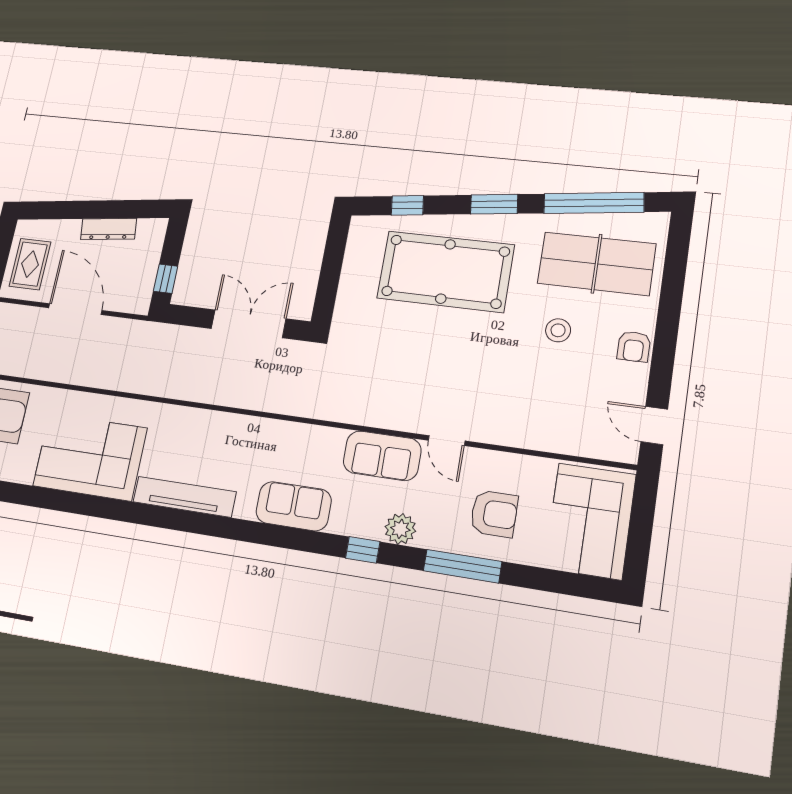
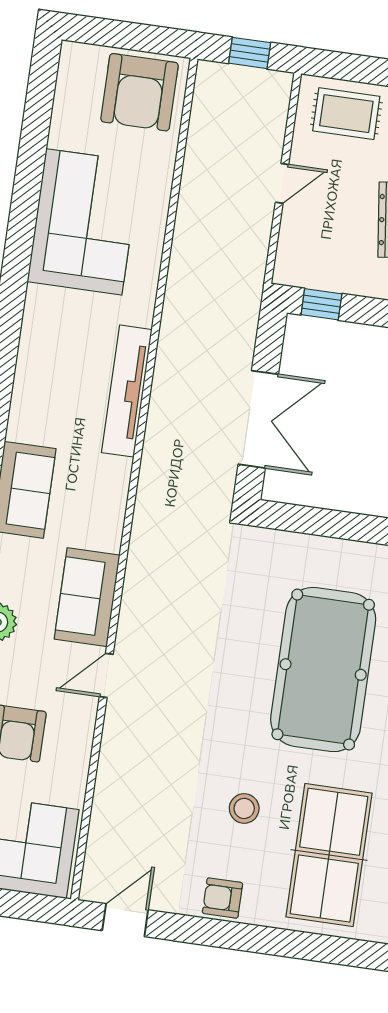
door: (75, 309) -> (282, 183), width x0.53
tv unit: (184, 497) -> (127, 391), moved, turned 180

